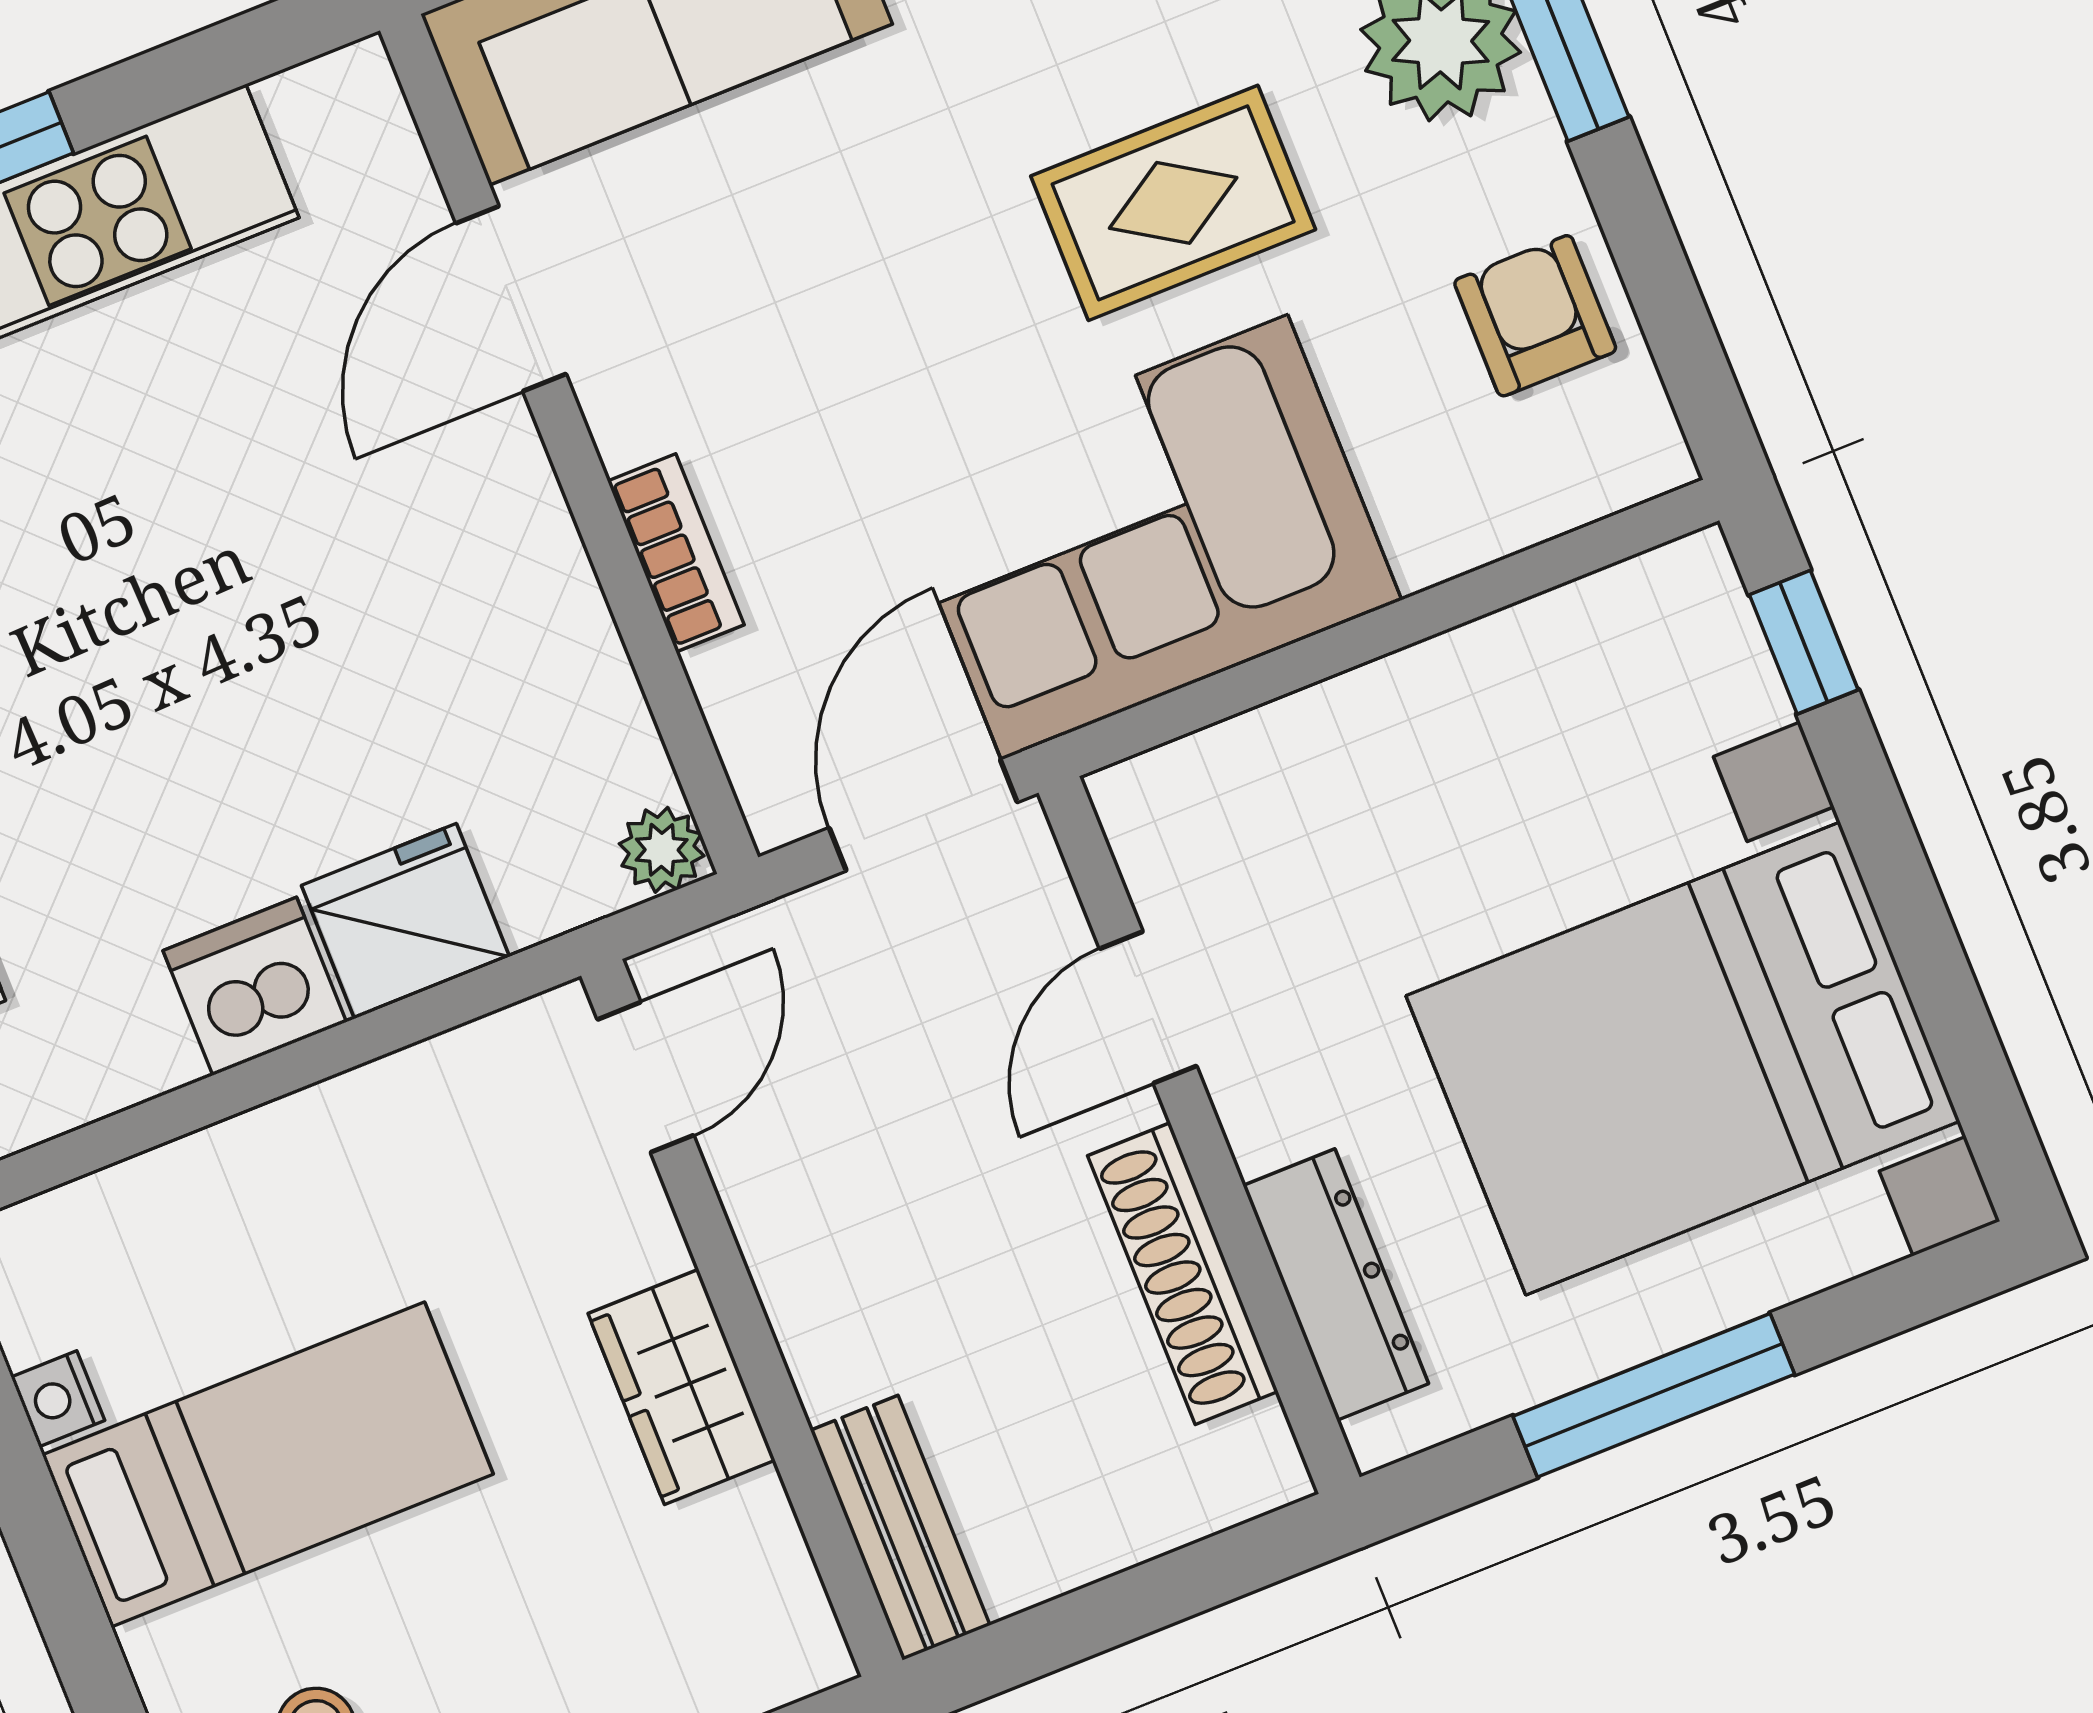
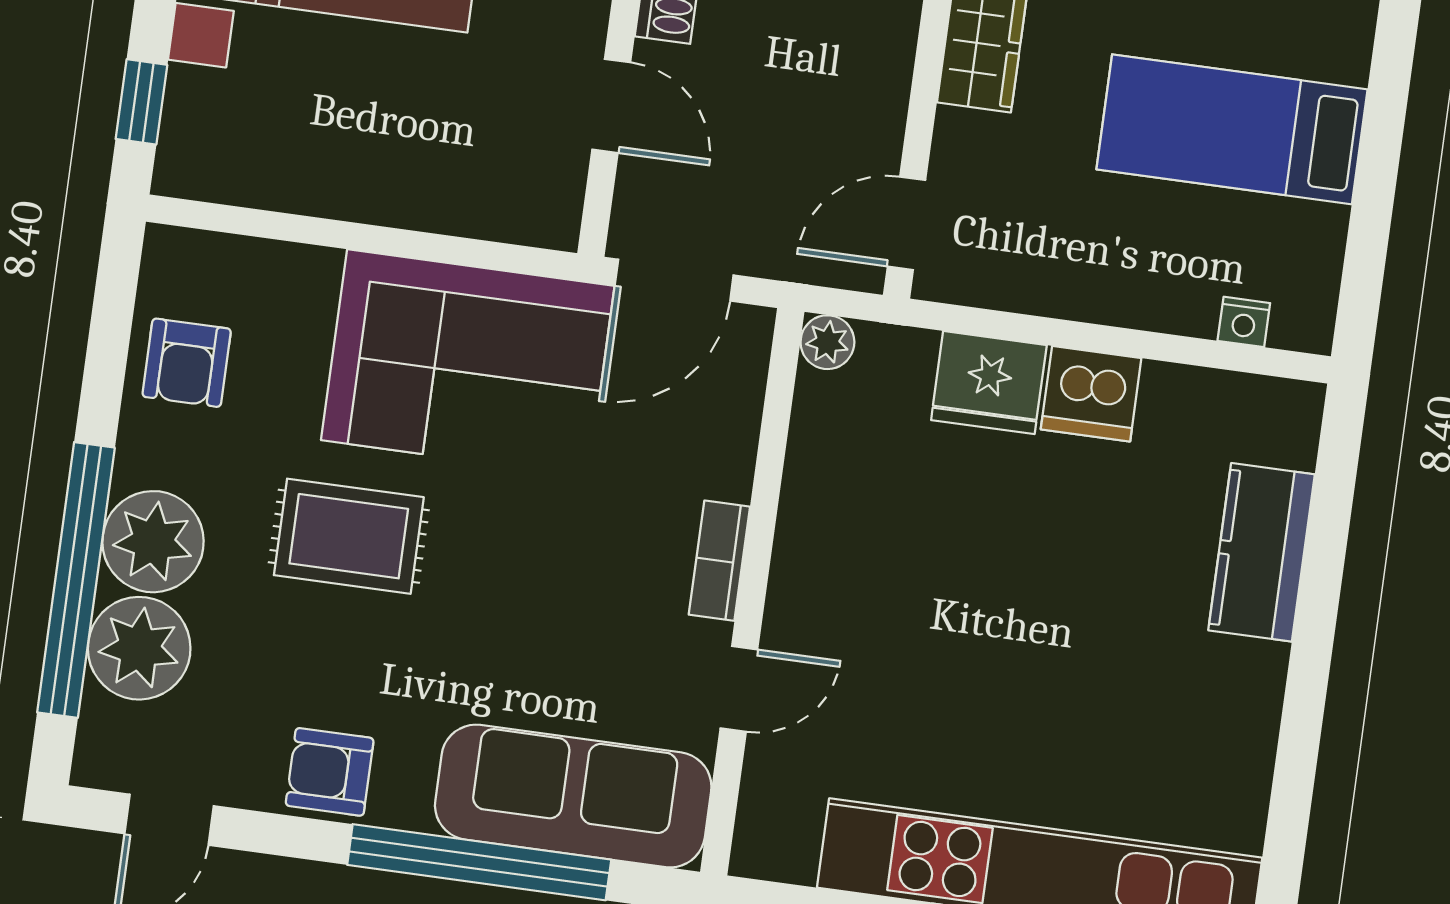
door: (511, 299) -> (739, 689), width x0.73
bookcase: (676, 553) -> (719, 561), moved
door: (1148, 1007) -> (611, 106), hinge flipped
nightstand: (58, 1399) -> (1244, 322), moved, turned 90

